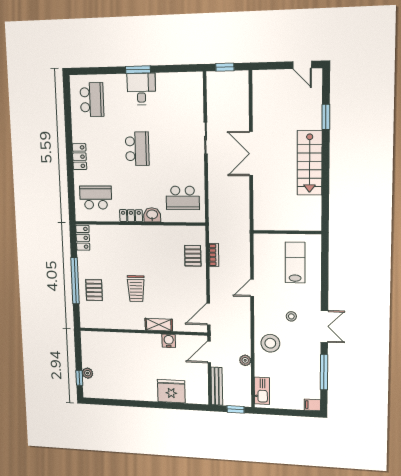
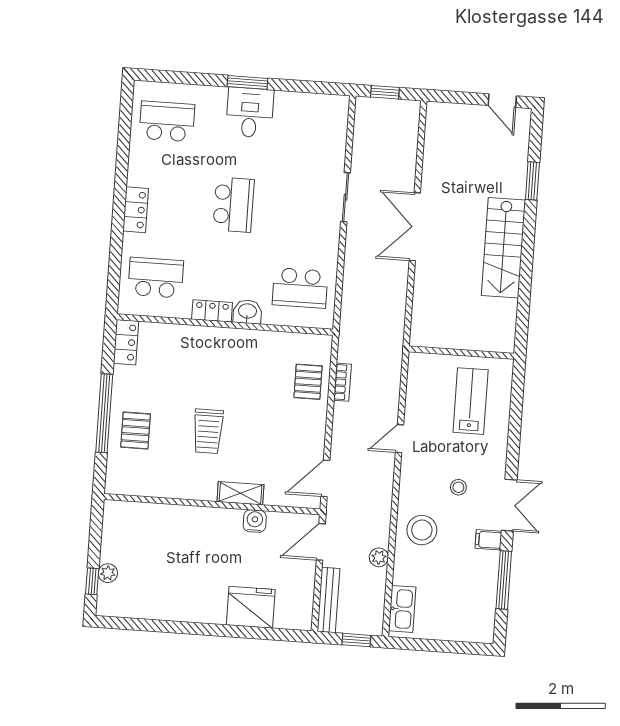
school desk: (92, 100) -> (167, 121), turned -90
filing cabinet: (312, 405) -> (488, 540), moved

